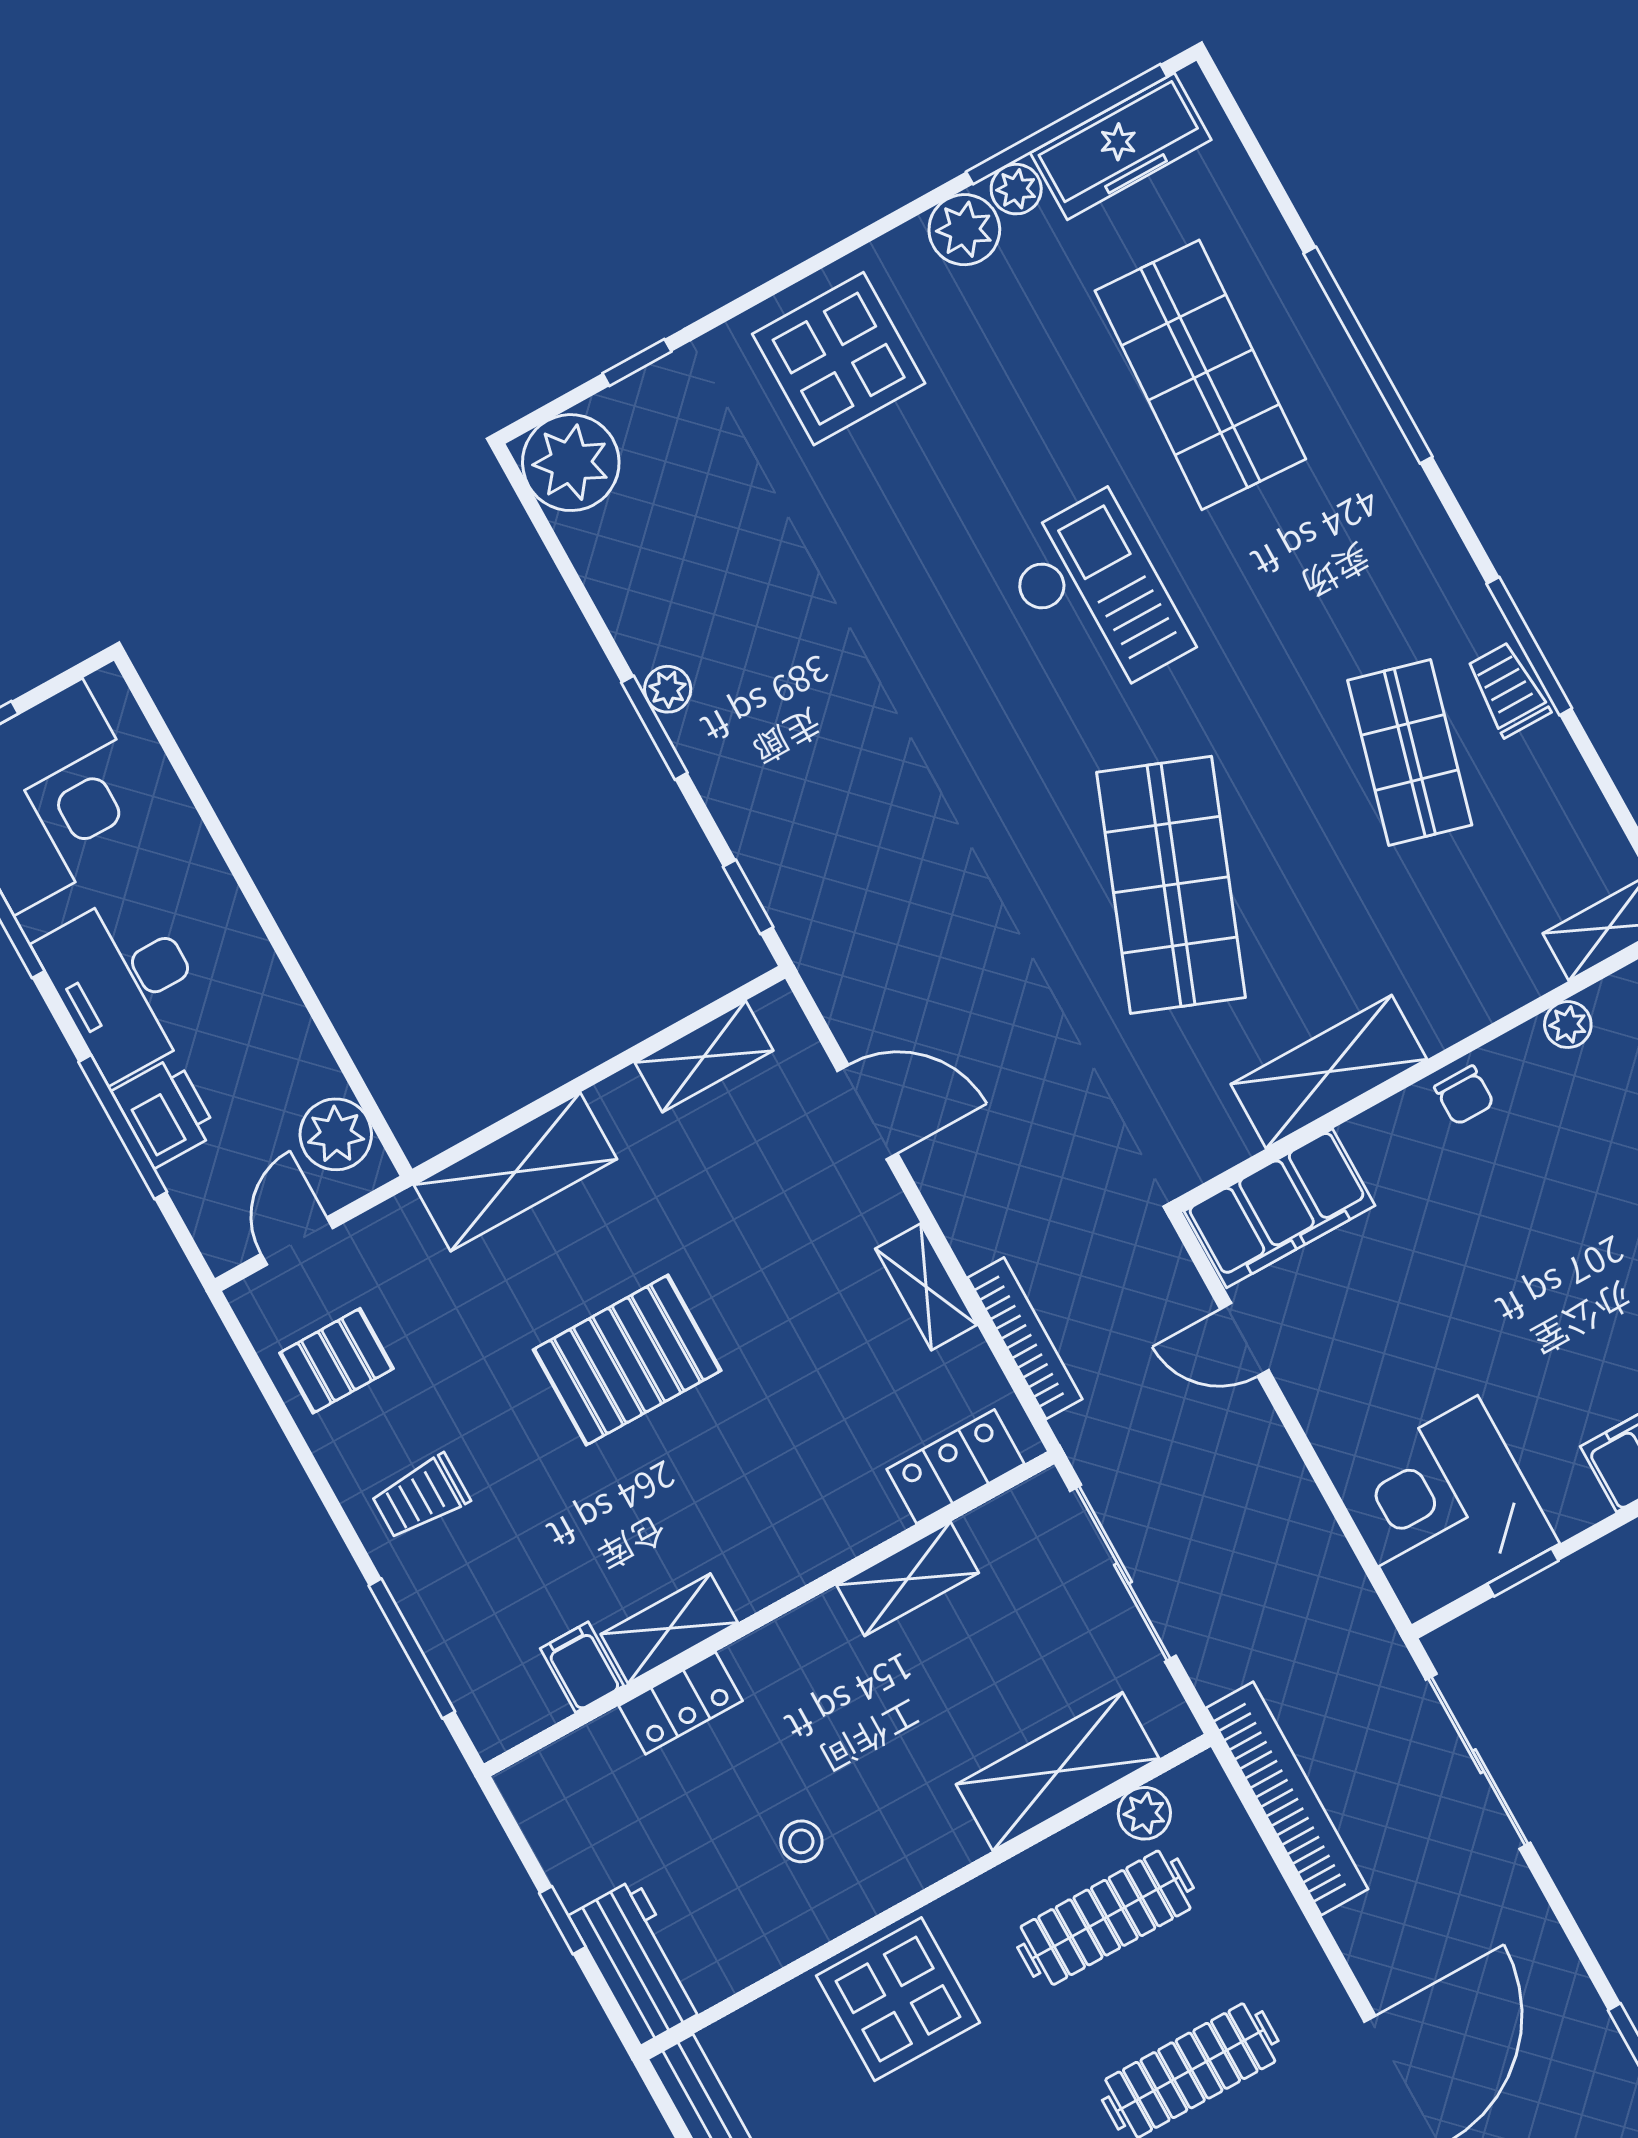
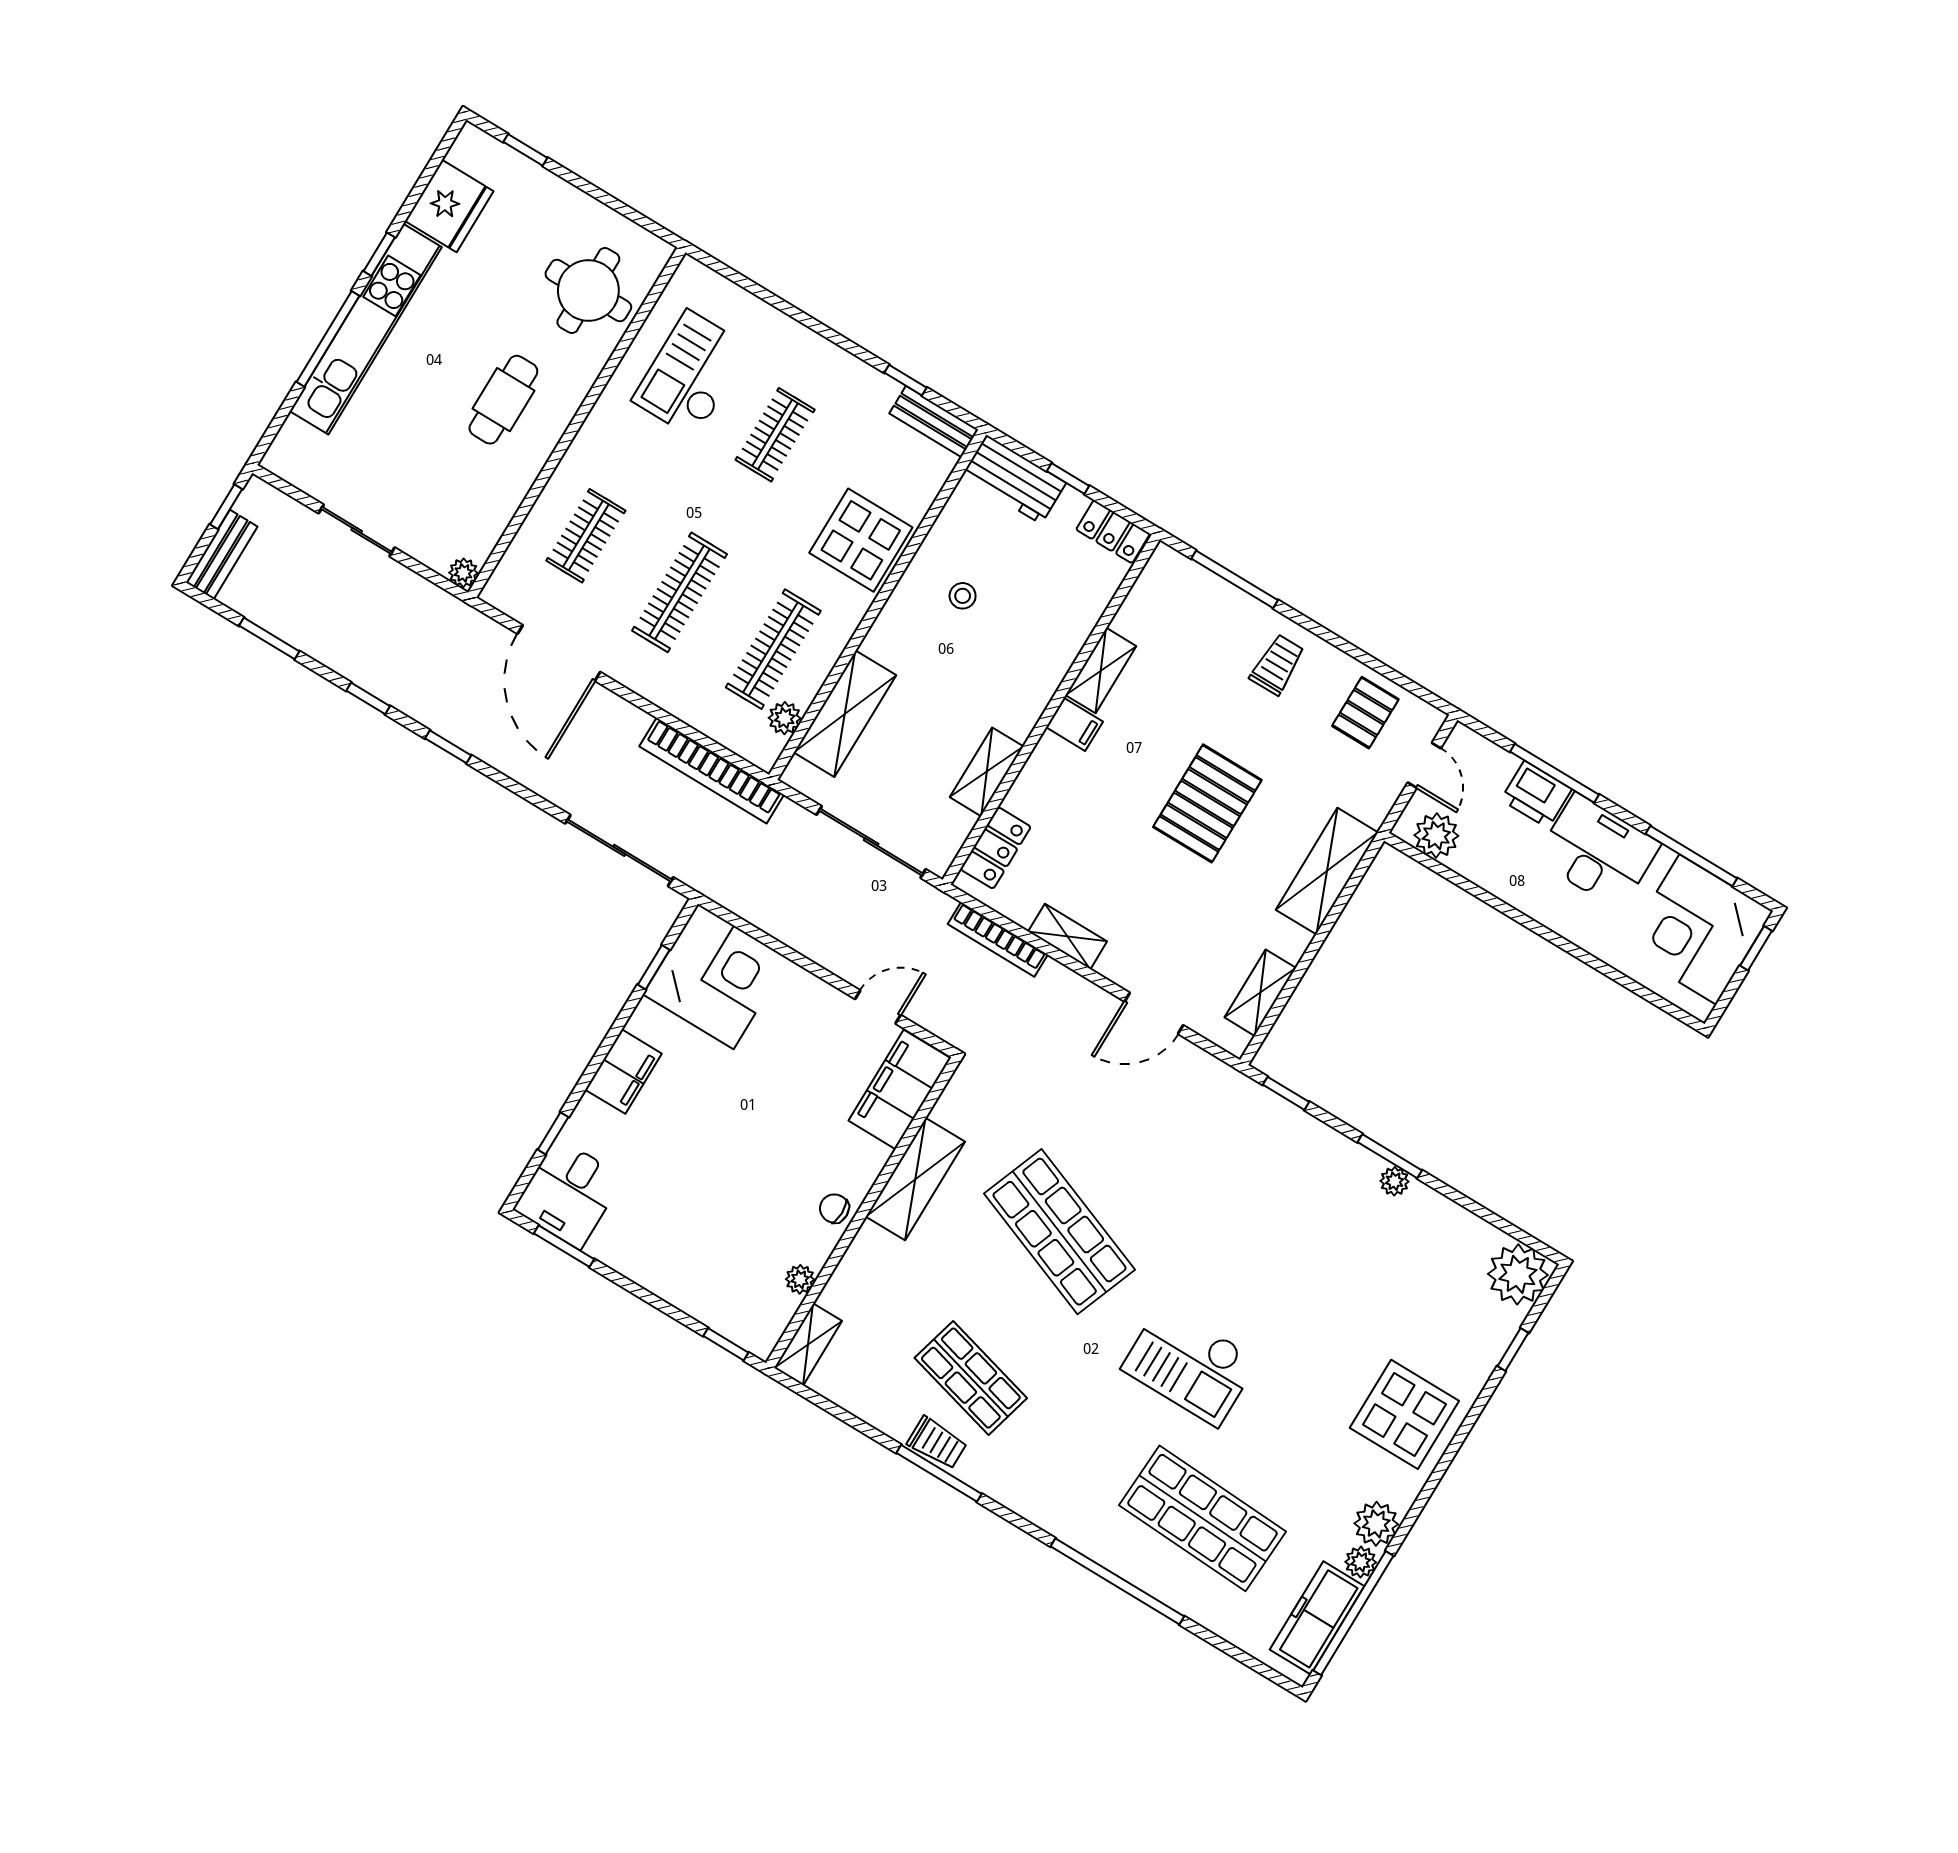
filing cabinet: (582, 1667) -> (1074, 724), moved
locker: (681, 1703) -> (1113, 532), moved, turned -90

